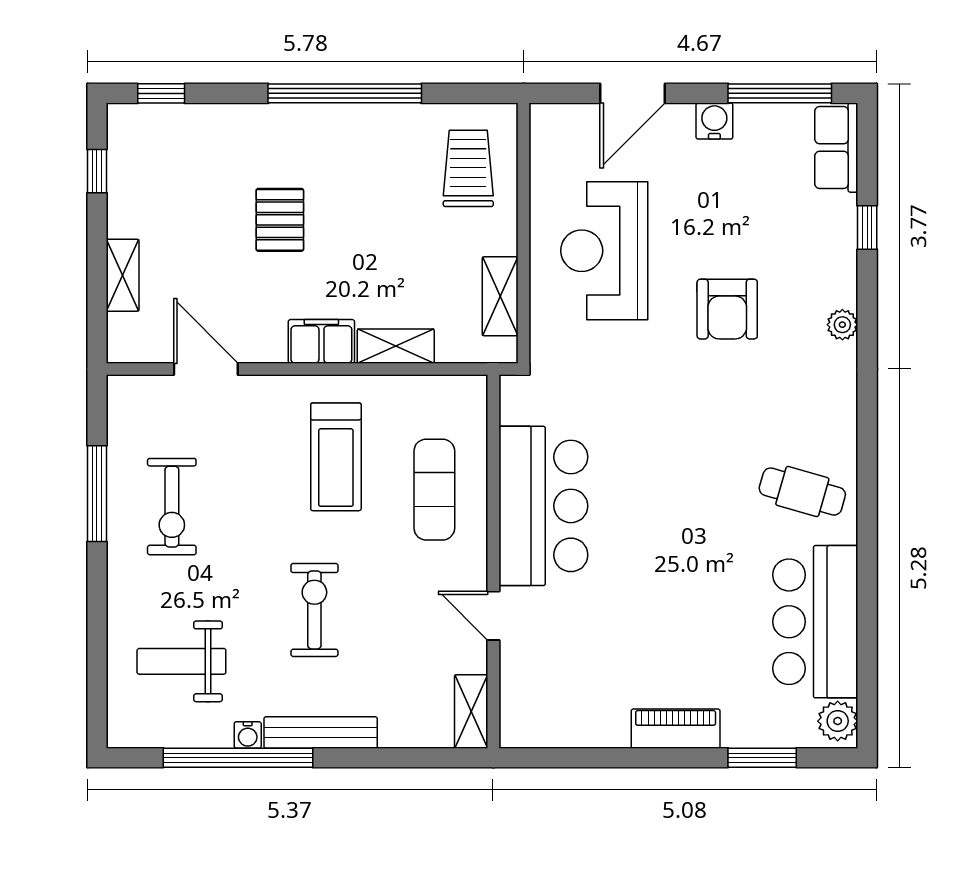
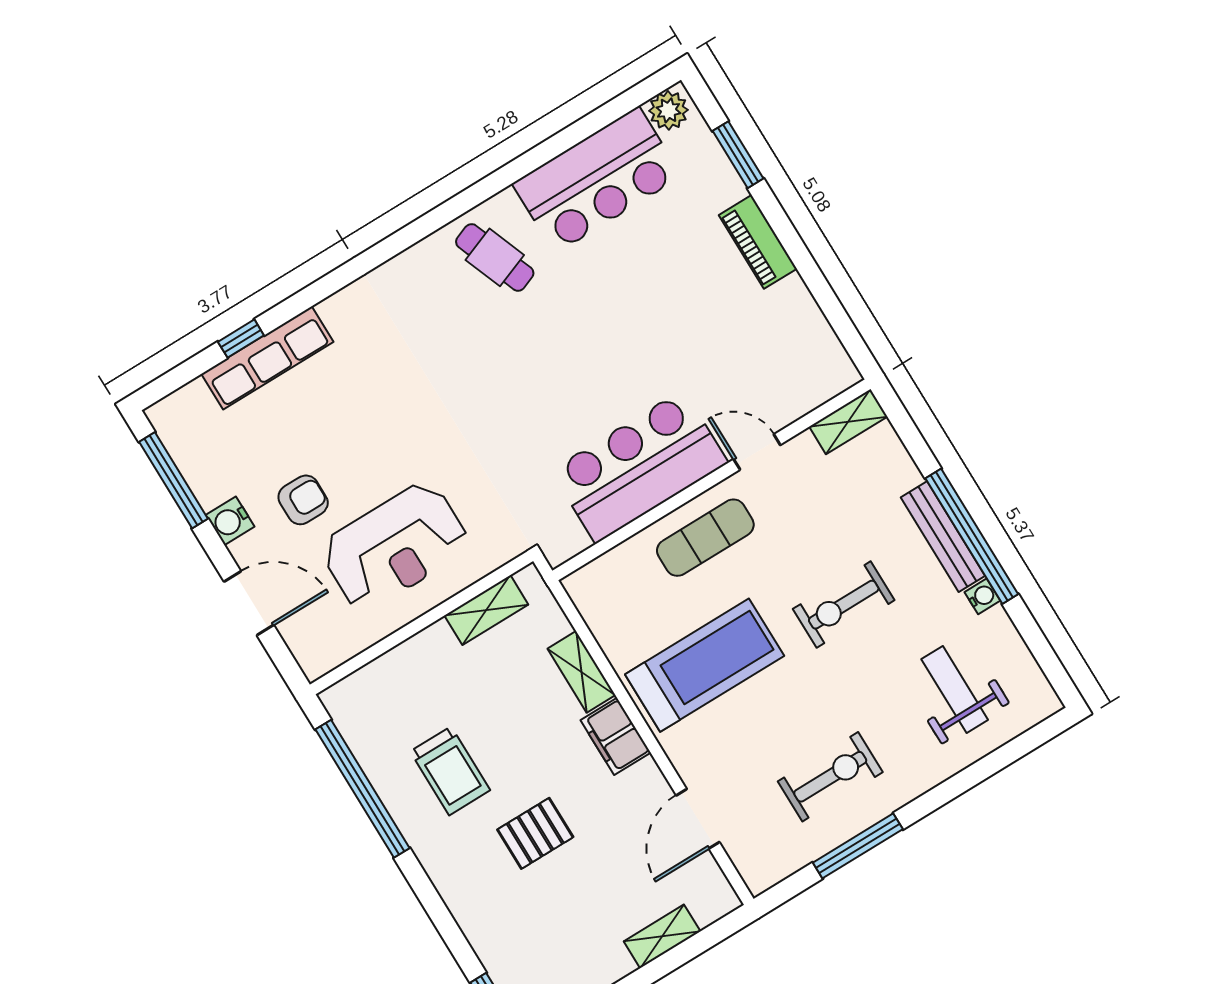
window: (345, 93) -> (363, 789), moved
row of seats: (836, 148) -> (267, 358), moved, width x1.48
trolley: (468, 168) -> (450, 771), moved, turned -90
armchair: (727, 309) -> (303, 500), moved, width x0.72, depth x0.72
plant: (842, 325) -> (335, 309), removed
treadmill: (336, 457) -> (705, 665), width x1.37, depth x1.38
exercise mat: (434, 490) -> (705, 538), moved
cafe table: (802, 492) -> (495, 257), turned -37
door: (493, 616) -> (757, 452), swing flipped
weight bench: (181, 661) -> (955, 689), turned 180
window: (238, 758) -> (972, 536), moved

